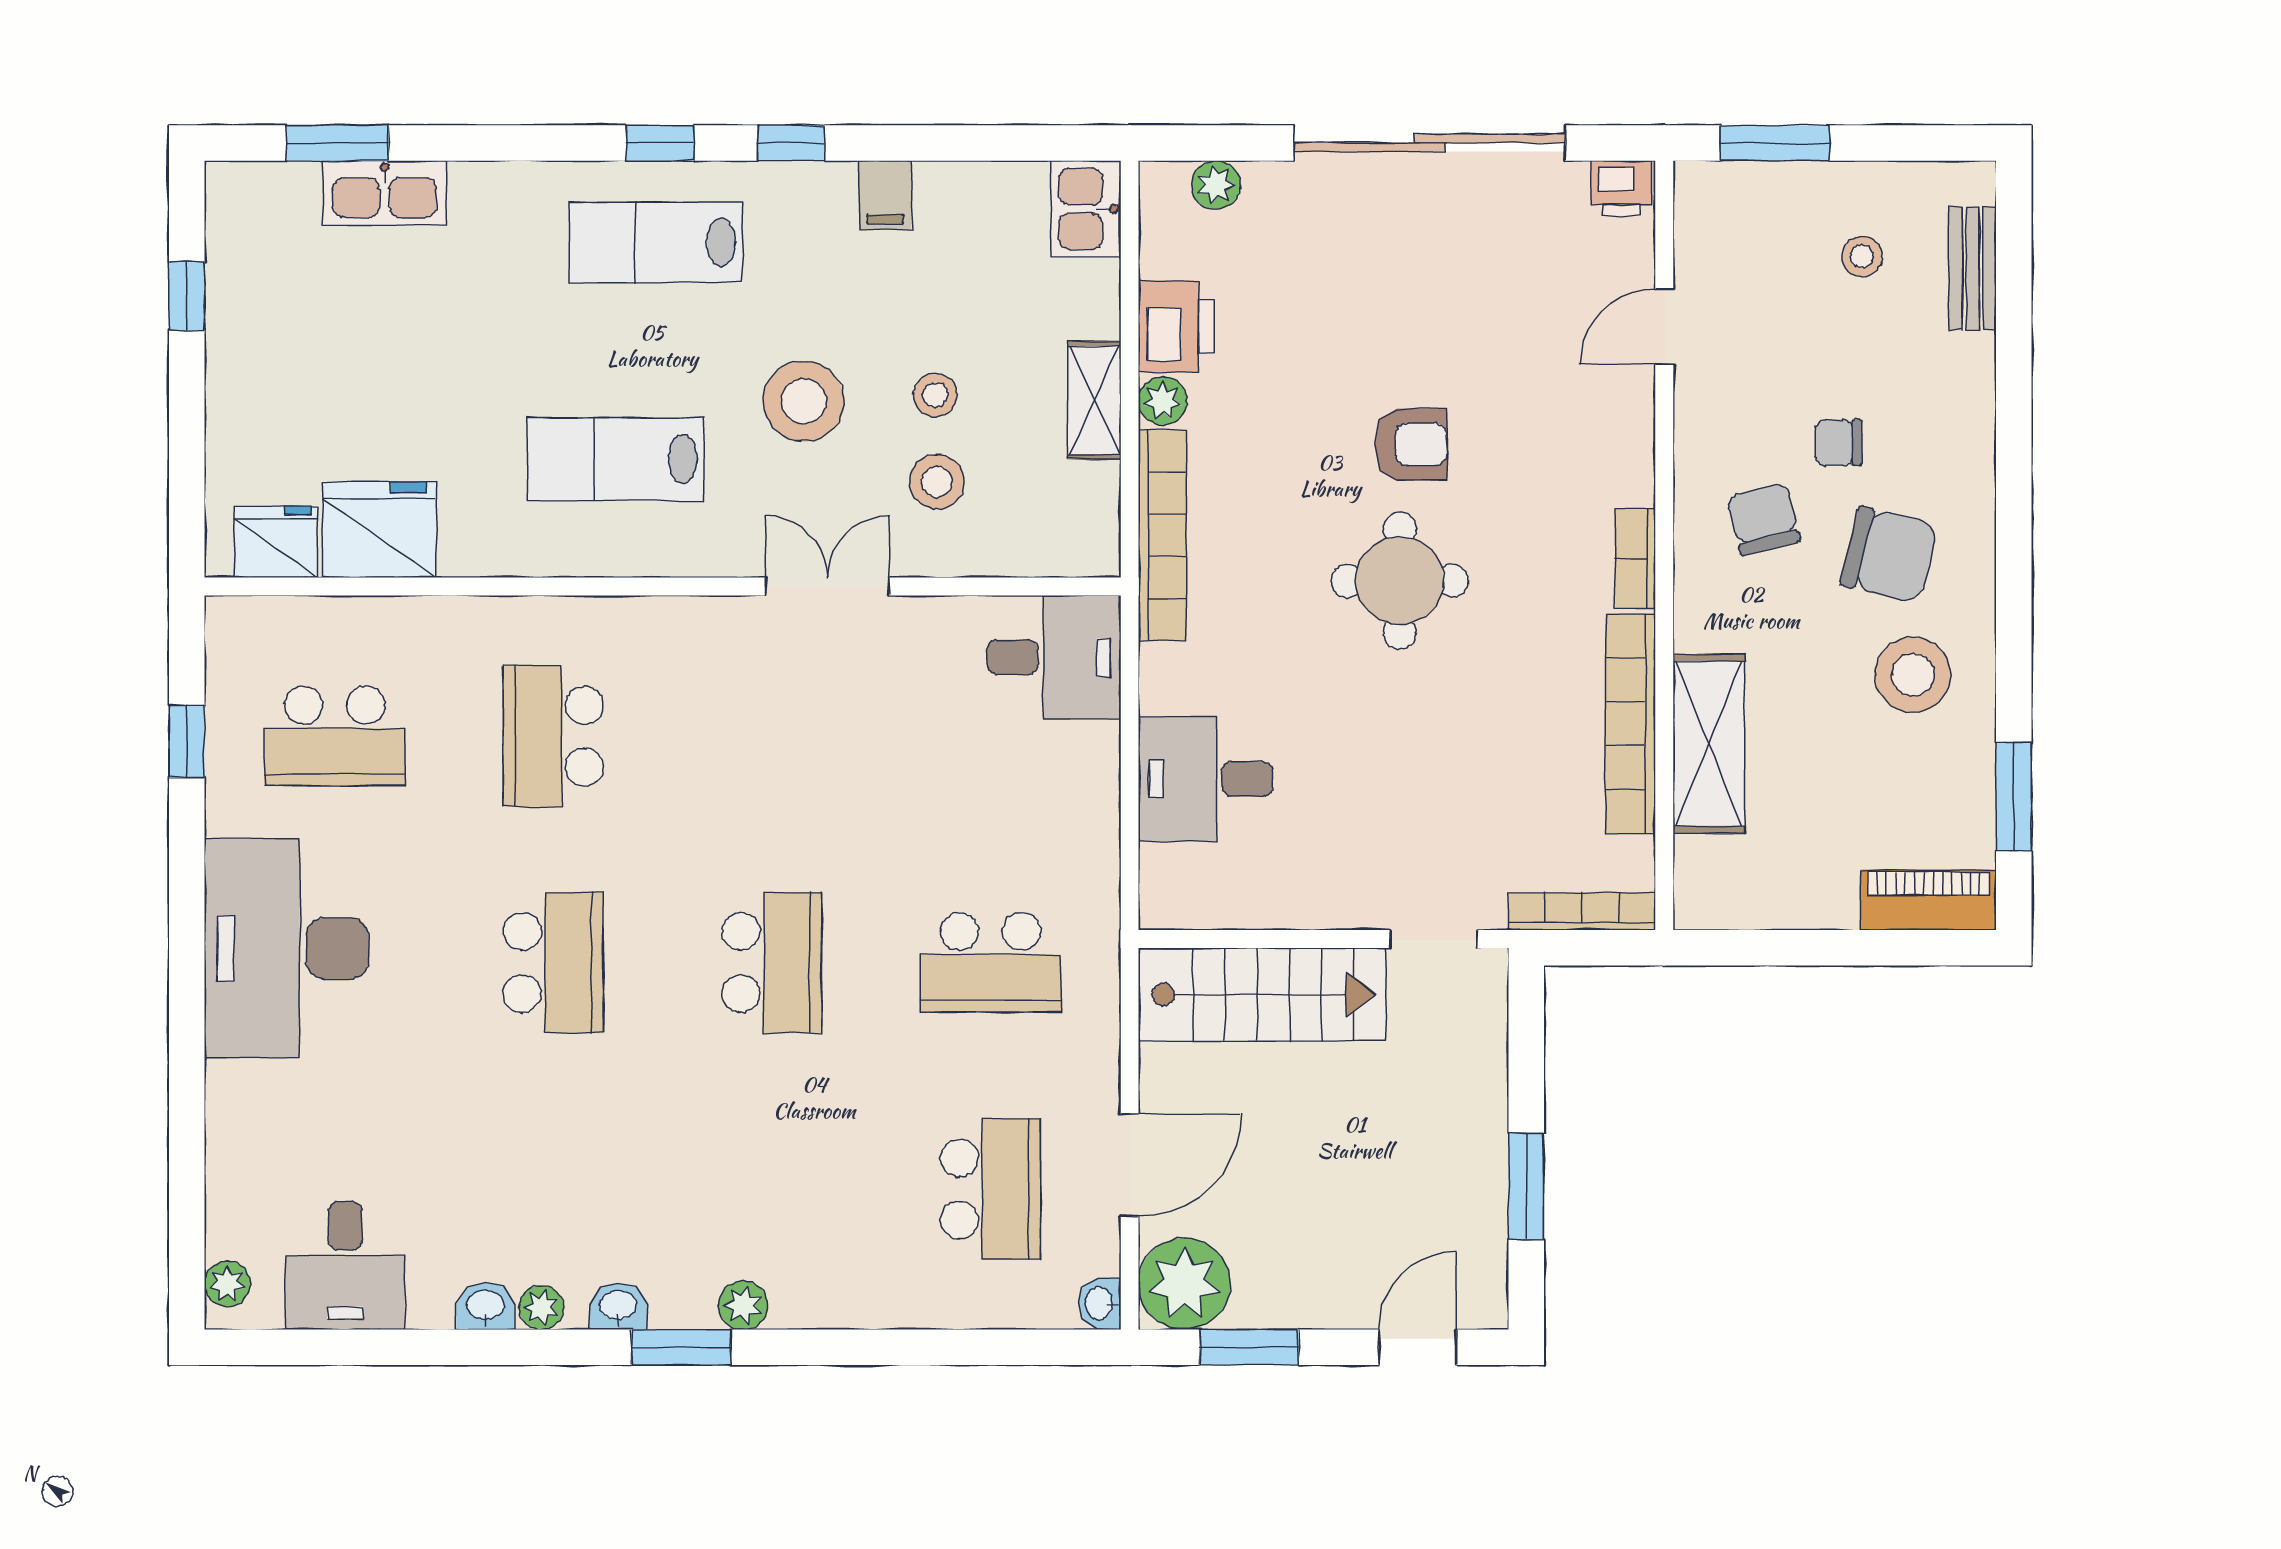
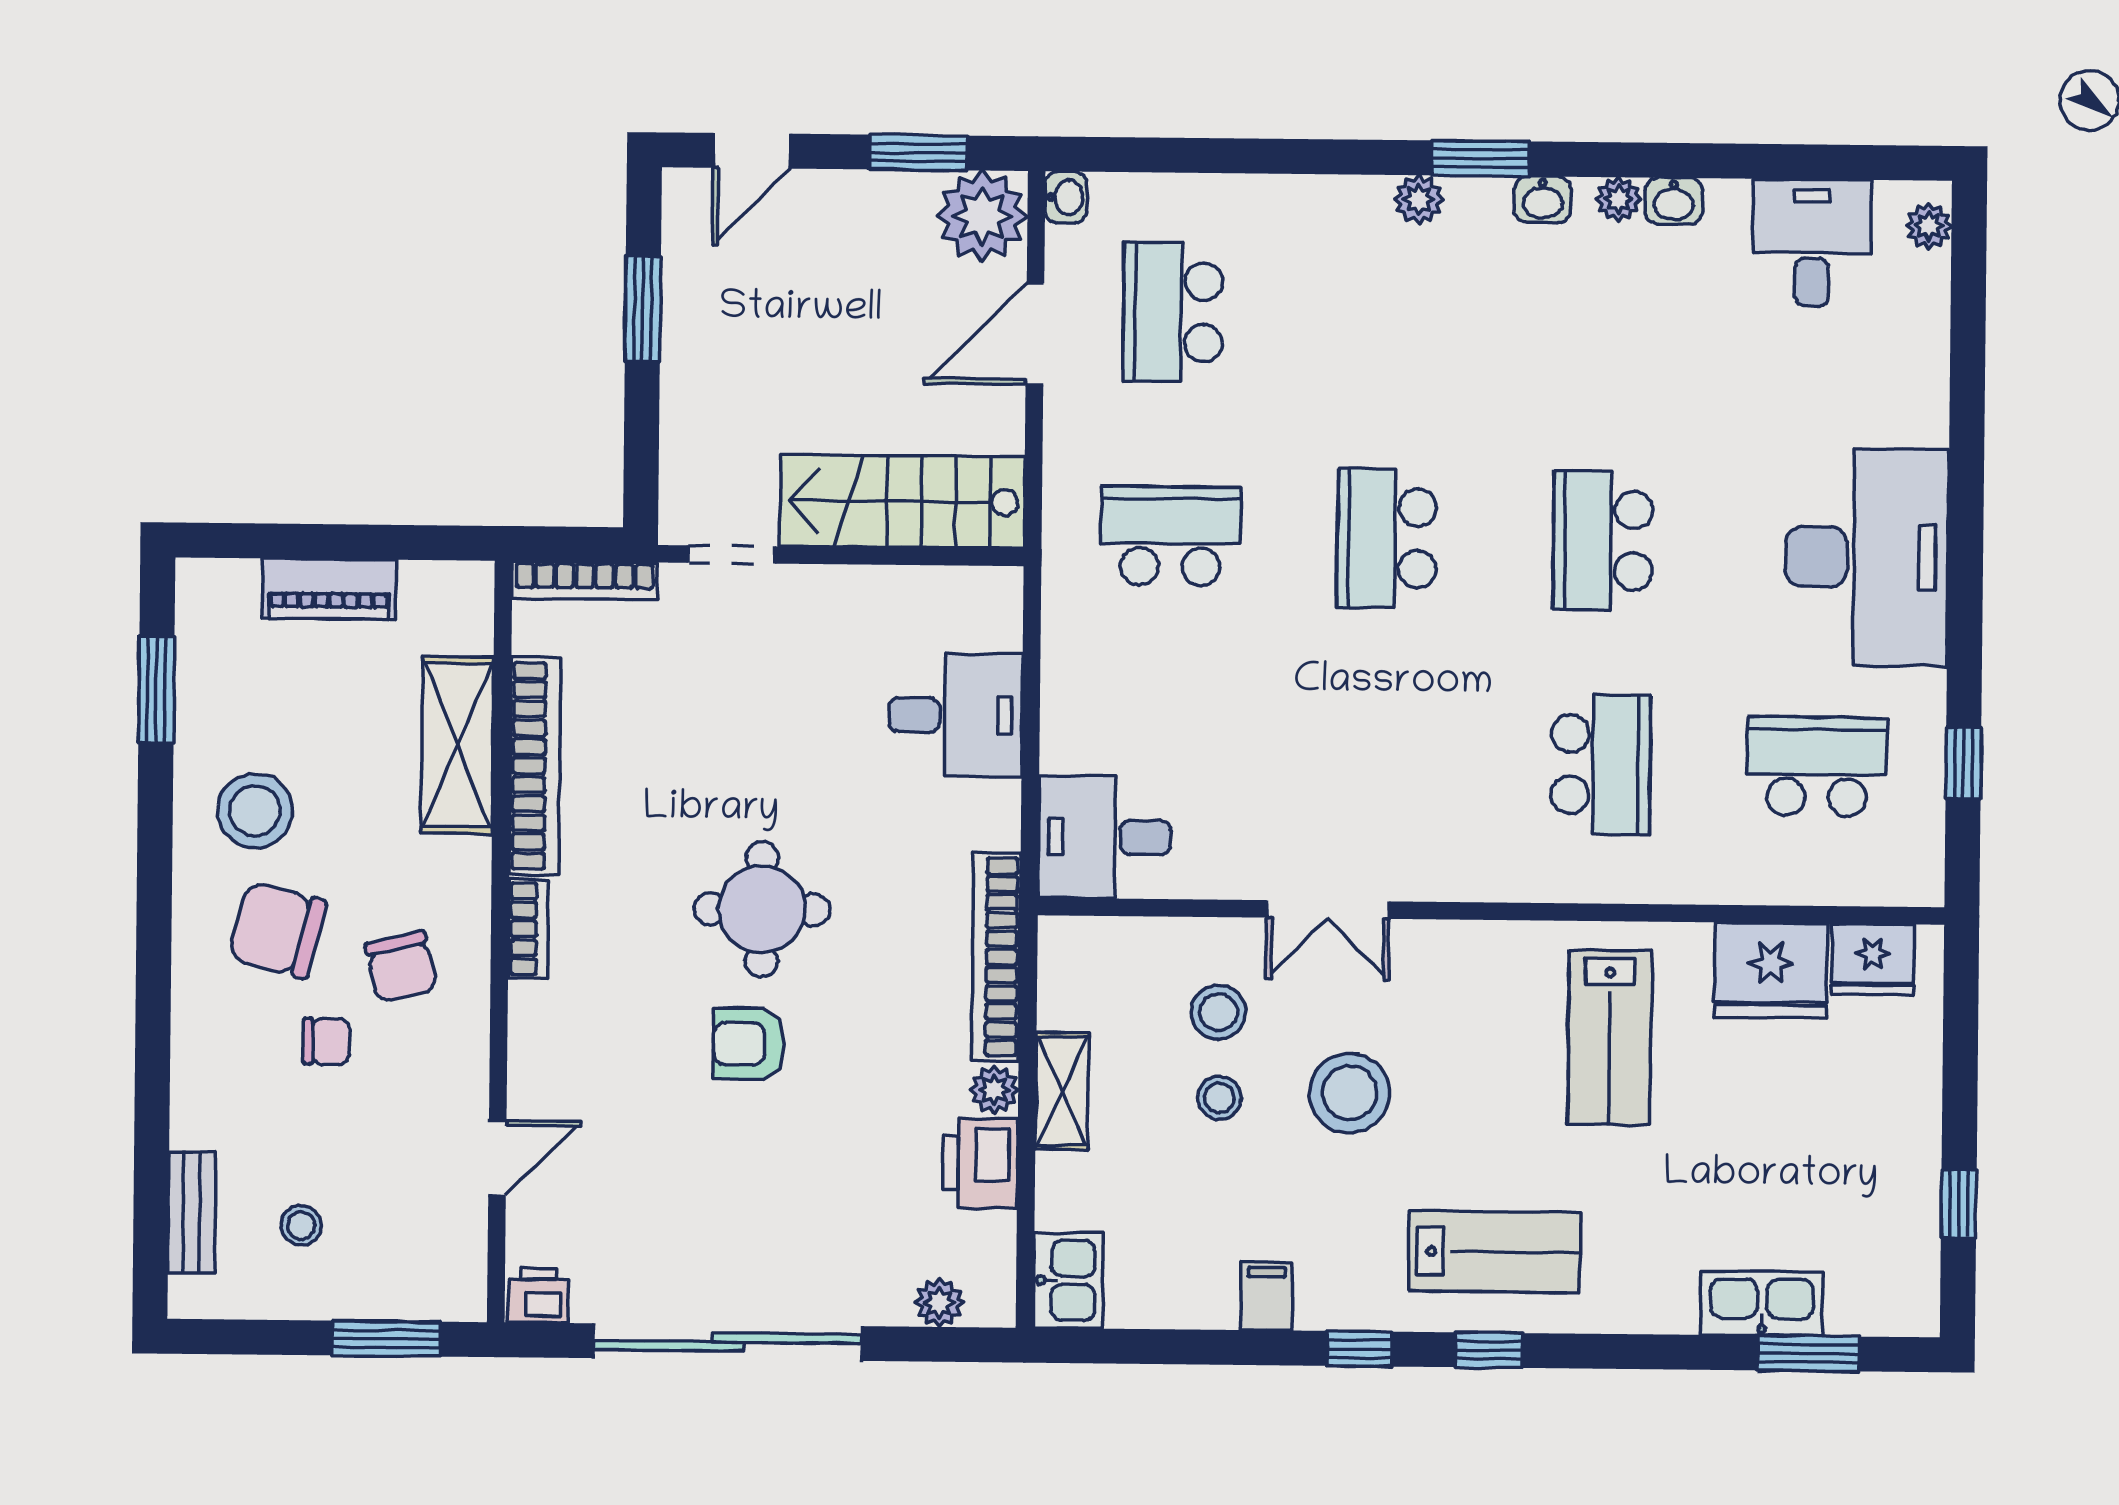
lab bench: (615, 459) -> (1610, 1037), moved, turned 90
piano: (1929, 900) -> (329, 589), moved

